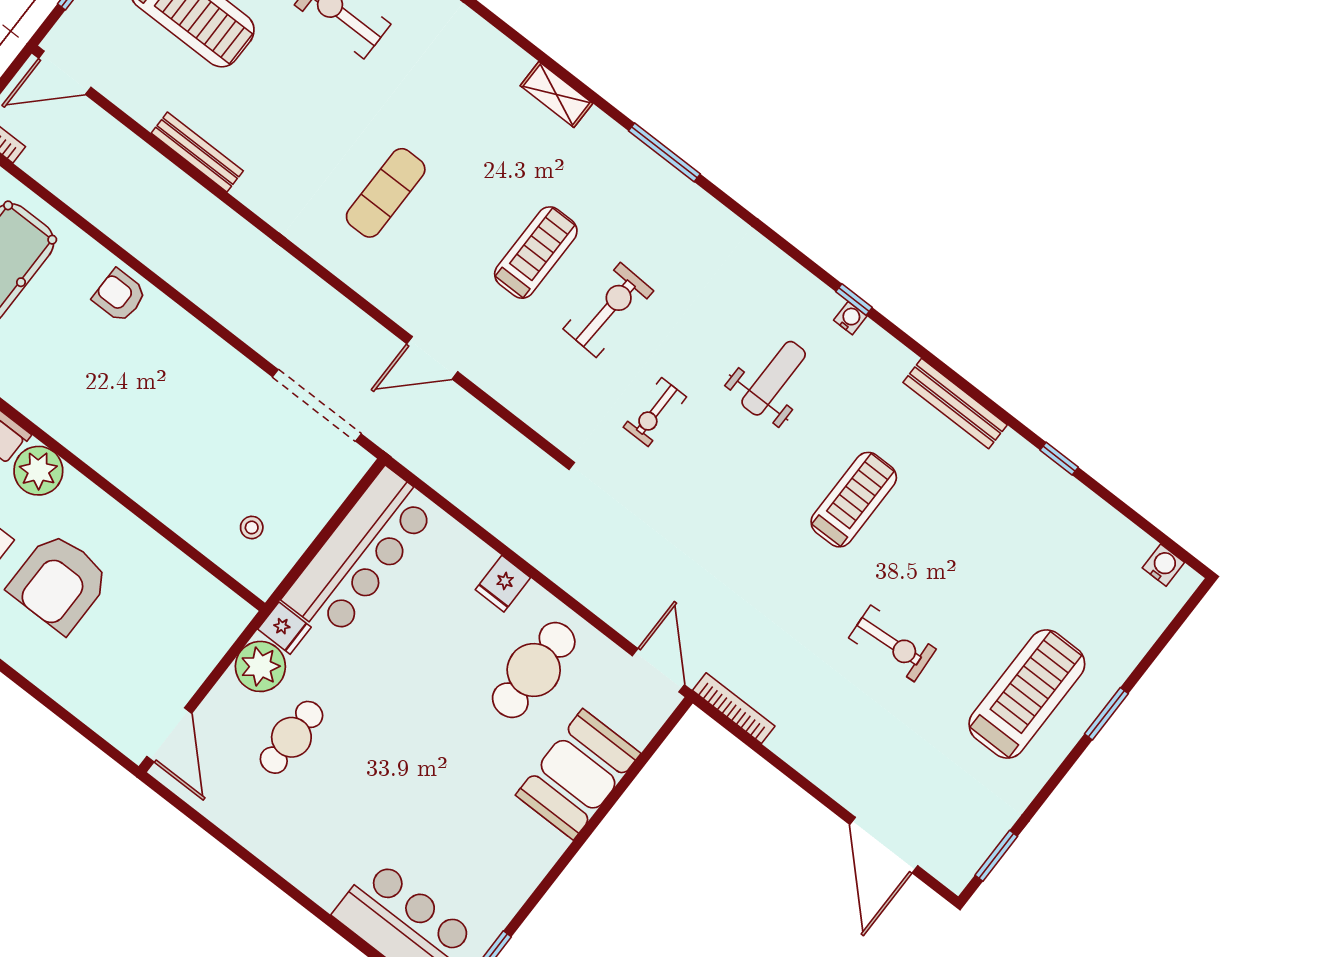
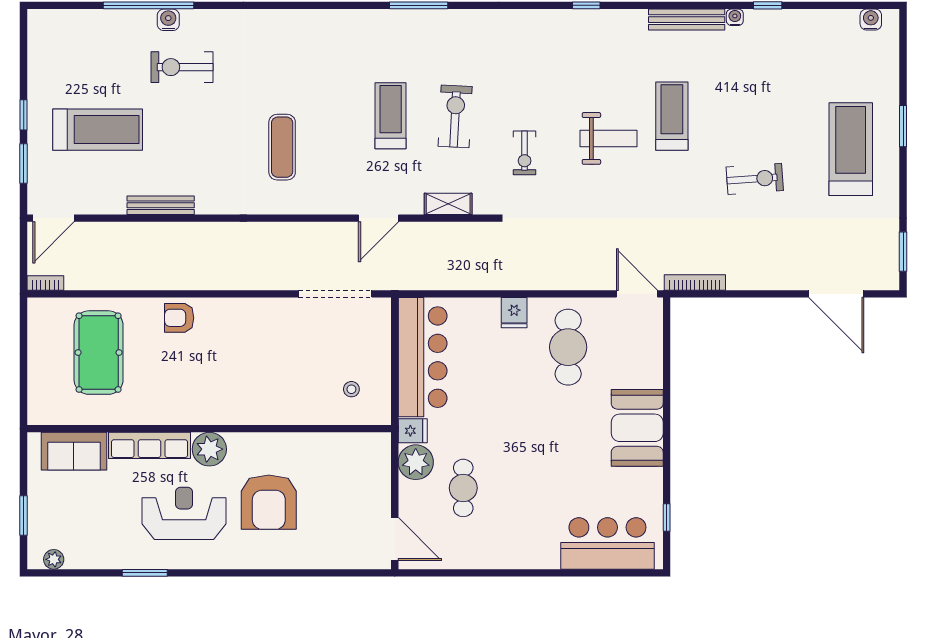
shelving: (556, 95) -> (448, 204), moved
water cooler: (850, 318) -> (735, 17), moved
weight bench: (774, 378) -> (608, 138), moved, turned 90
booth: (578, 774) -> (637, 428), moved

